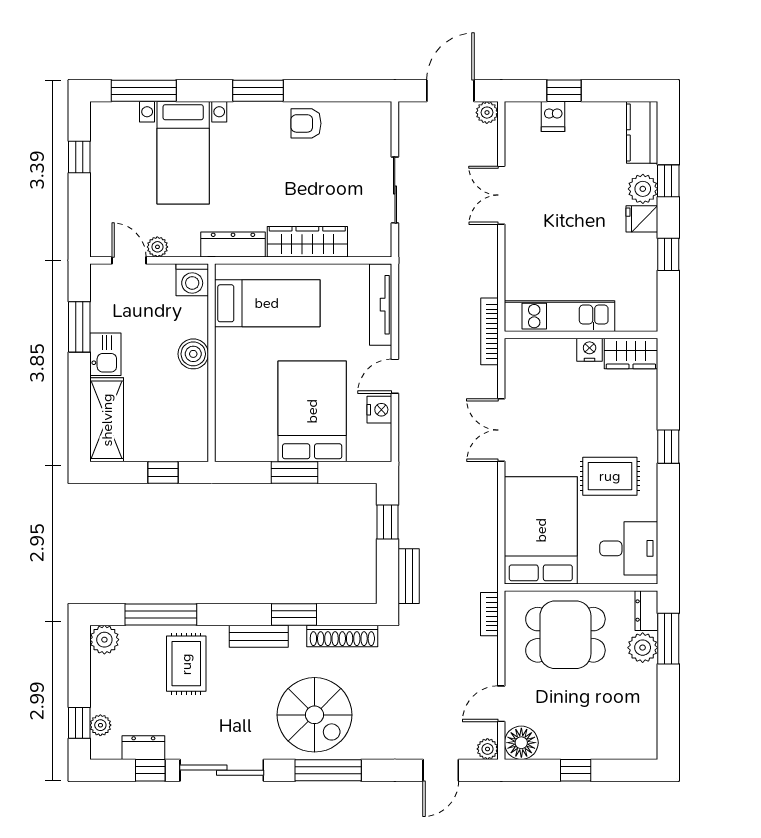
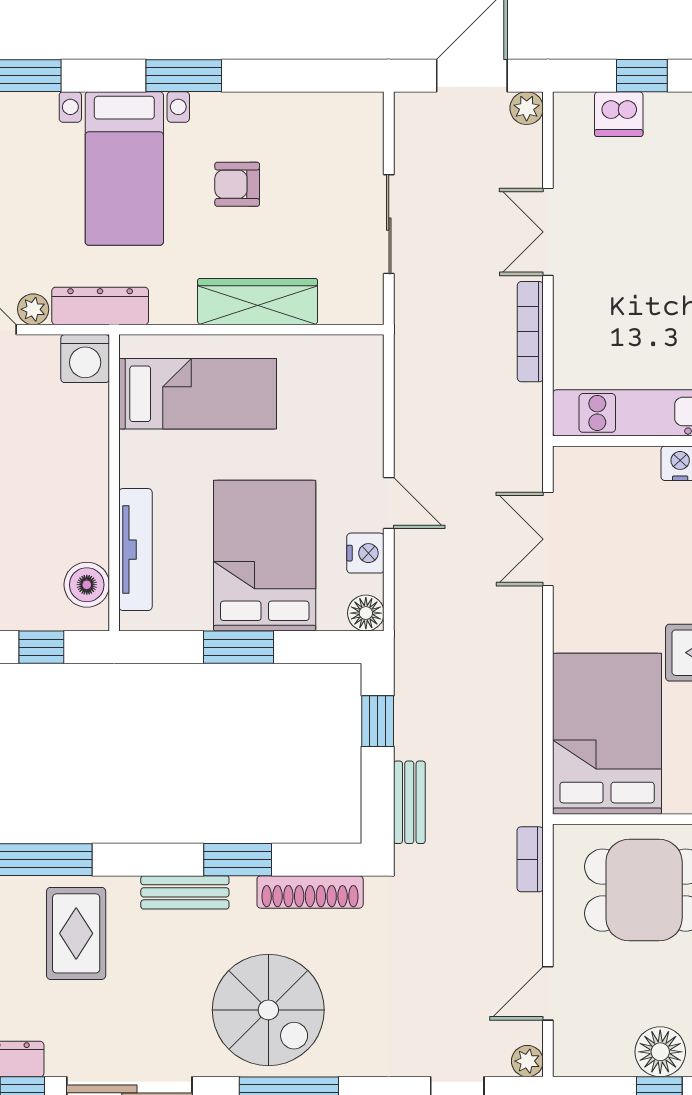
dishwasher: (553, 116) -> (619, 114), width x1.38
armchair: (306, 123) -> (237, 184), moved
bed with nightstands: (183, 153) -> (124, 168), moved
dresser: (233, 245) -> (100, 306), moved
tv unit: (381, 305) -> (135, 550), moved, turned 180
bookcase: (489, 331) -> (530, 332), moved
boiler: (193, 354) -> (87, 585), moved
door: (395, 376) -> (389, 503), swing flipped
double door: (501, 430) -> (548, 539), moved
floor lamp: (380, 450) -> (366, 613), added
floor lamp: (521, 743) -> (660, 1052), moved

